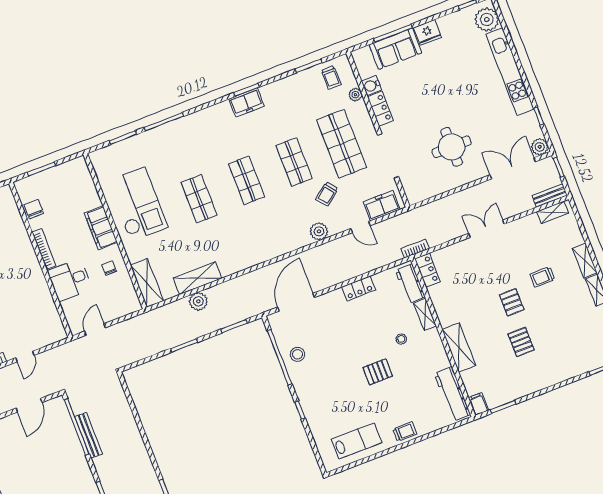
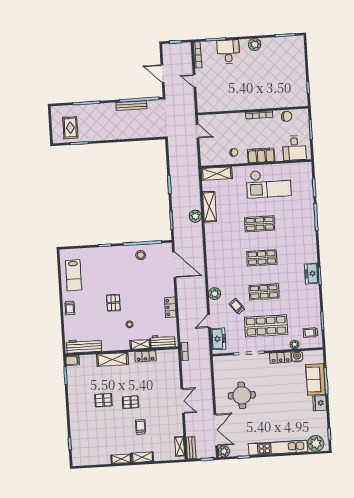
locker: (427, 270) -> (145, 356), moved
desk: (70, 280) -> (294, 148), moved, turned 180
plant: (198, 301) -> (195, 216), moved

